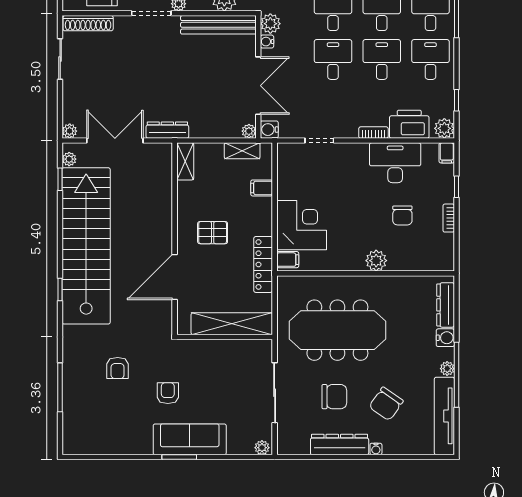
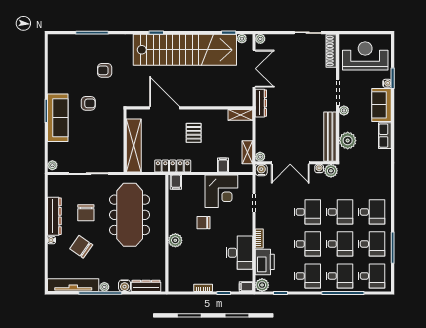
chair: (402, 215) -> (203, 223), moved
corner desk: (302, 225) -> (221, 191), moved

